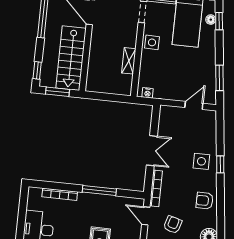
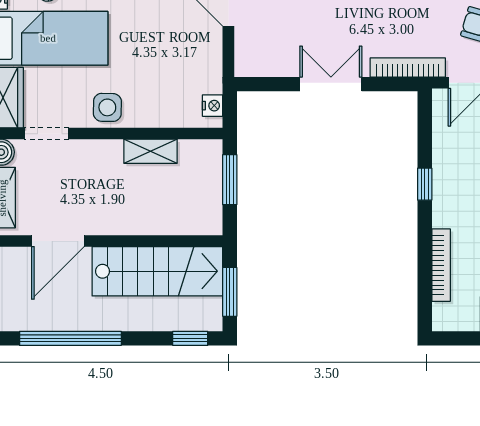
window: (111, 97) -> (230, 180), added
window: (99, 191) -> (425, 184), width x0.46

